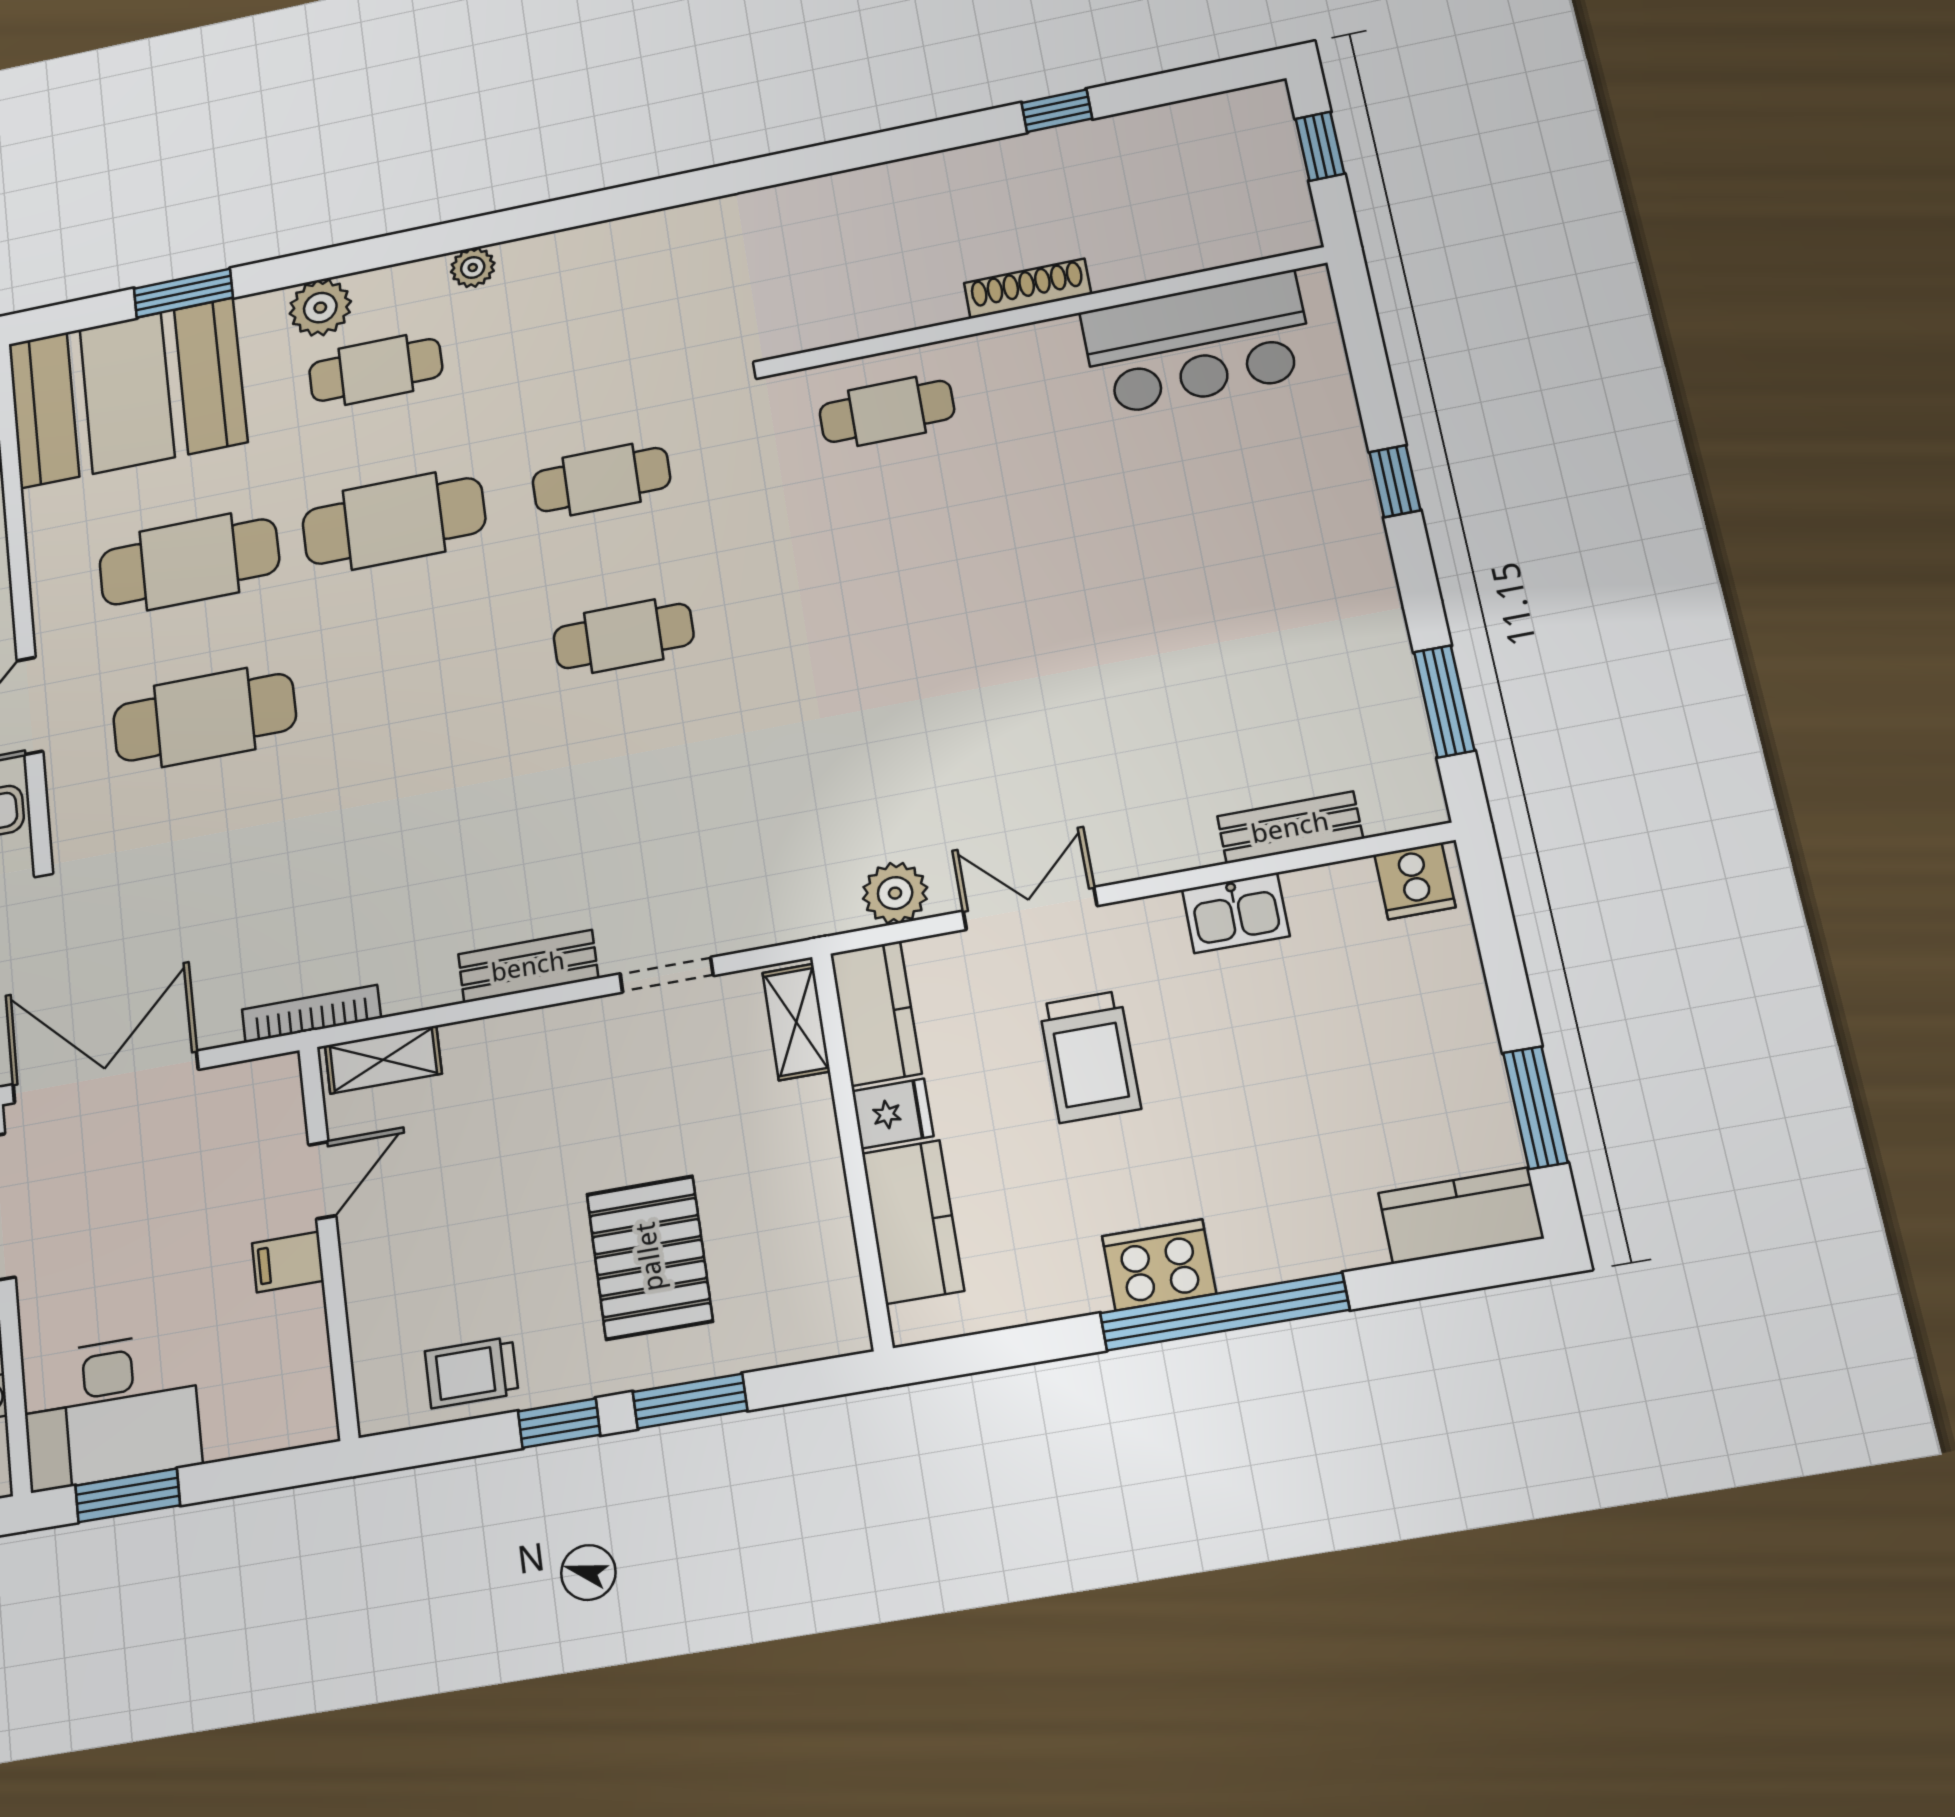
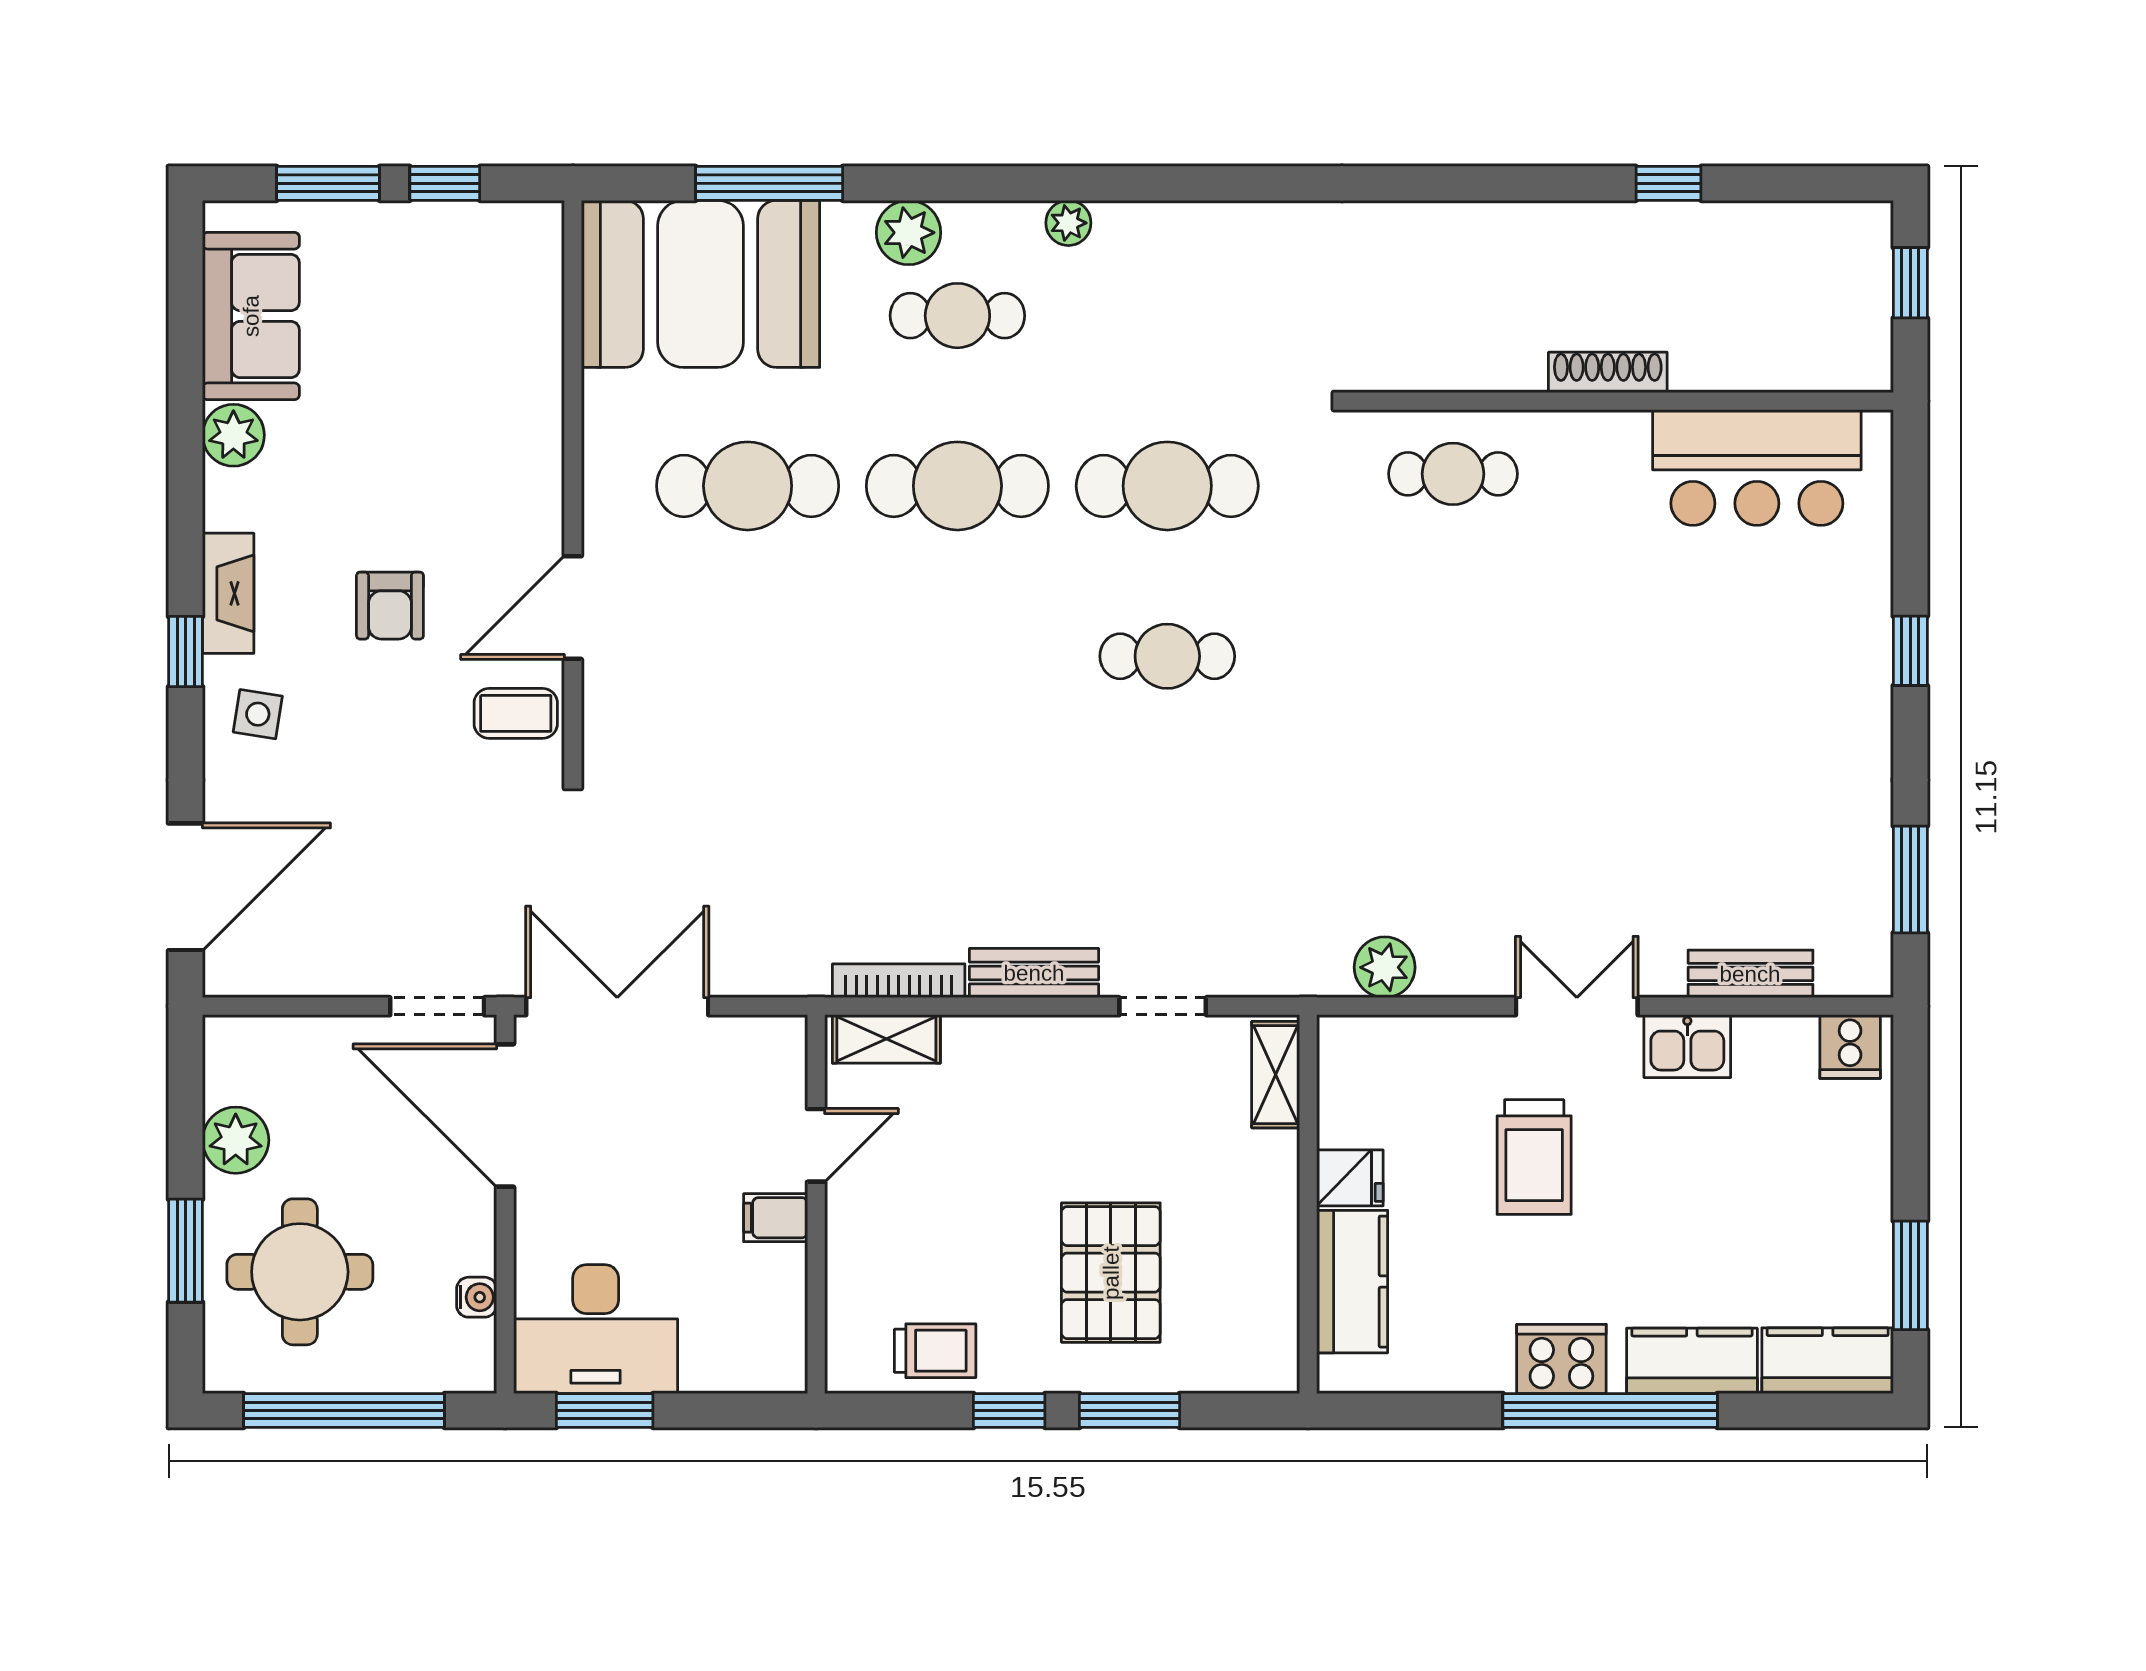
window: (183, 293) -> (769, 183), width x1.44
cafe table: (601, 480) -> (1167, 486), width x1.37, depth x1.35
cafe table: (204, 717) -> (748, 656), removed
double door: (1030, 908) -> (1577, 1006), moved
kitchen counter: (876, 1013) -> (1692, 1361), moved, turned -90
bookcase: (311, 1014) -> (899, 981), moved
trolley: (472, 1372) -> (935, 1351), turned 180

